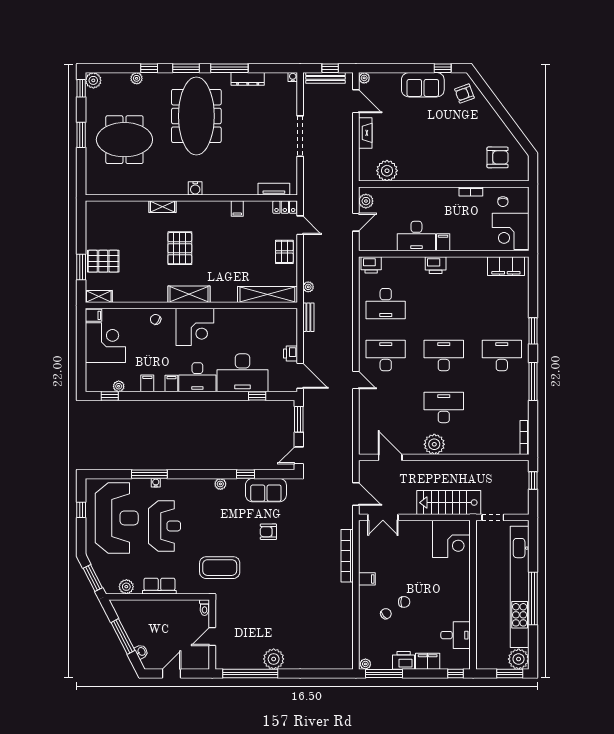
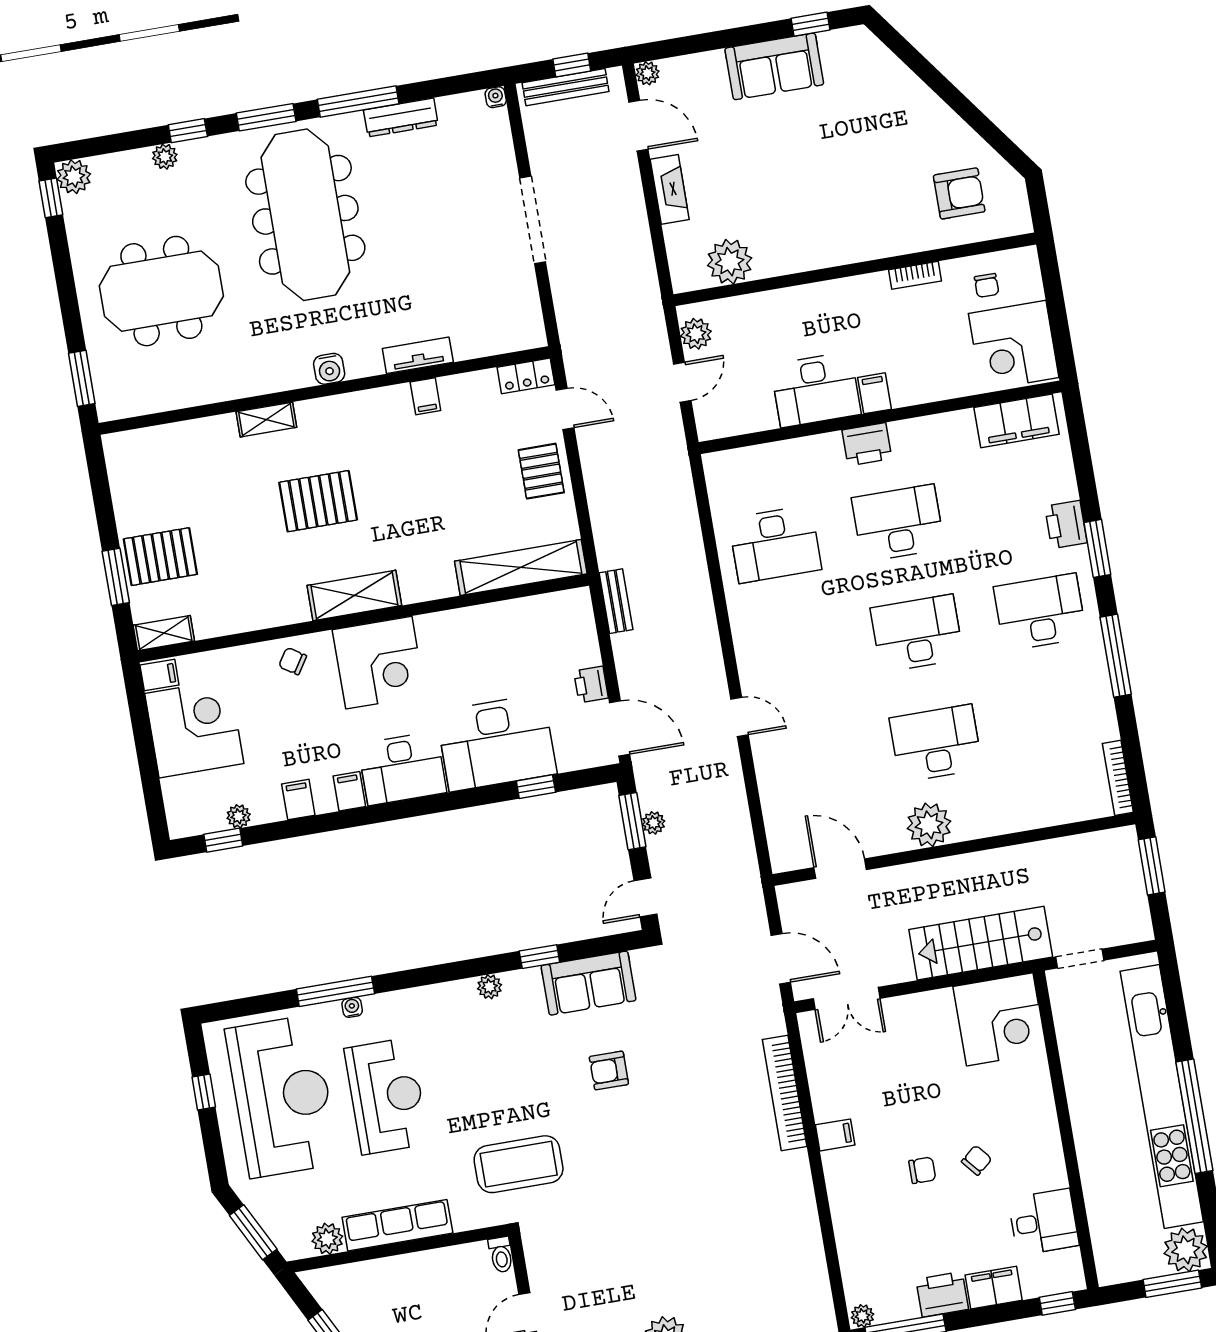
armchair: (464, 94) -> (866, 70), removed
window: (81, 135) -> (82, 378), moved
tv unit: (274, 189) -> (418, 355), moved
pallet: (180, 248) -> (318, 501), turned 90
printer: (371, 265) -> (1066, 524), moved, turned 90
plant: (308, 287) -> (654, 823), moved
desk: (386, 356) -> (898, 523), moved
window: (533, 480) -> (1152, 866), width x1.50
row of seats: (159, 586) -> (397, 1225), width x1.48
chair: (386, 614) -> (977, 1160), moved

